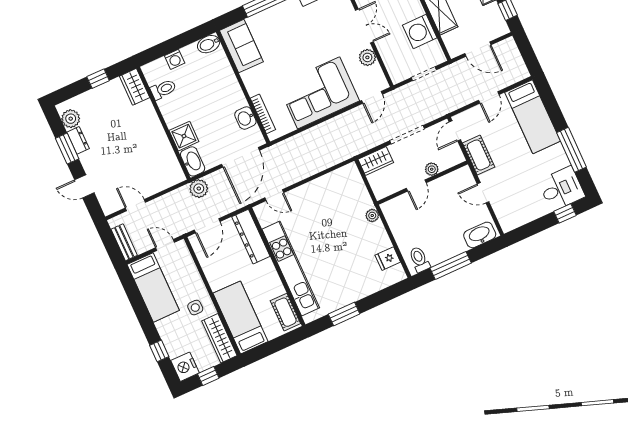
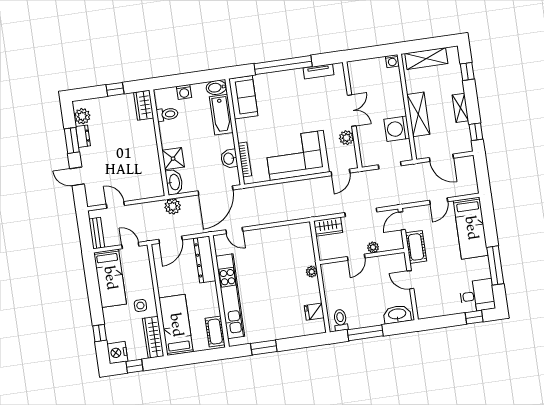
bathtub: (223, 72) -> (221, 115), added

